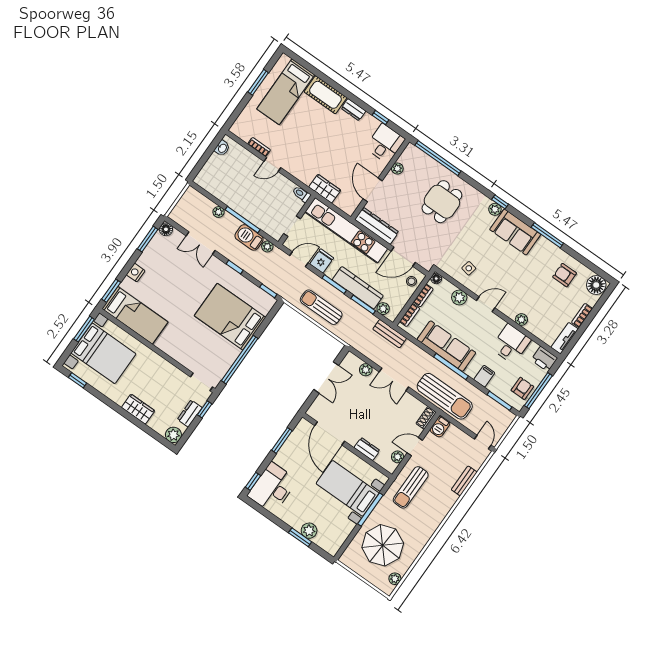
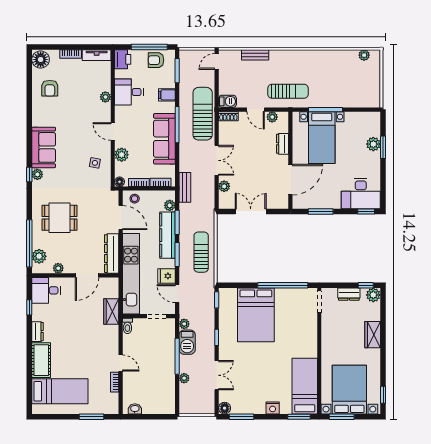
window: (258, 82) -> (92, 417), moved
plant: (420, 159) -> (39, 256), added
window: (547, 235) -> (29, 122), removed
sun lounger: (321, 307) -> (201, 252), turned 180
window: (205, 409) -> (366, 285), moved
parasol: (383, 545) -> (346, 82), removed

